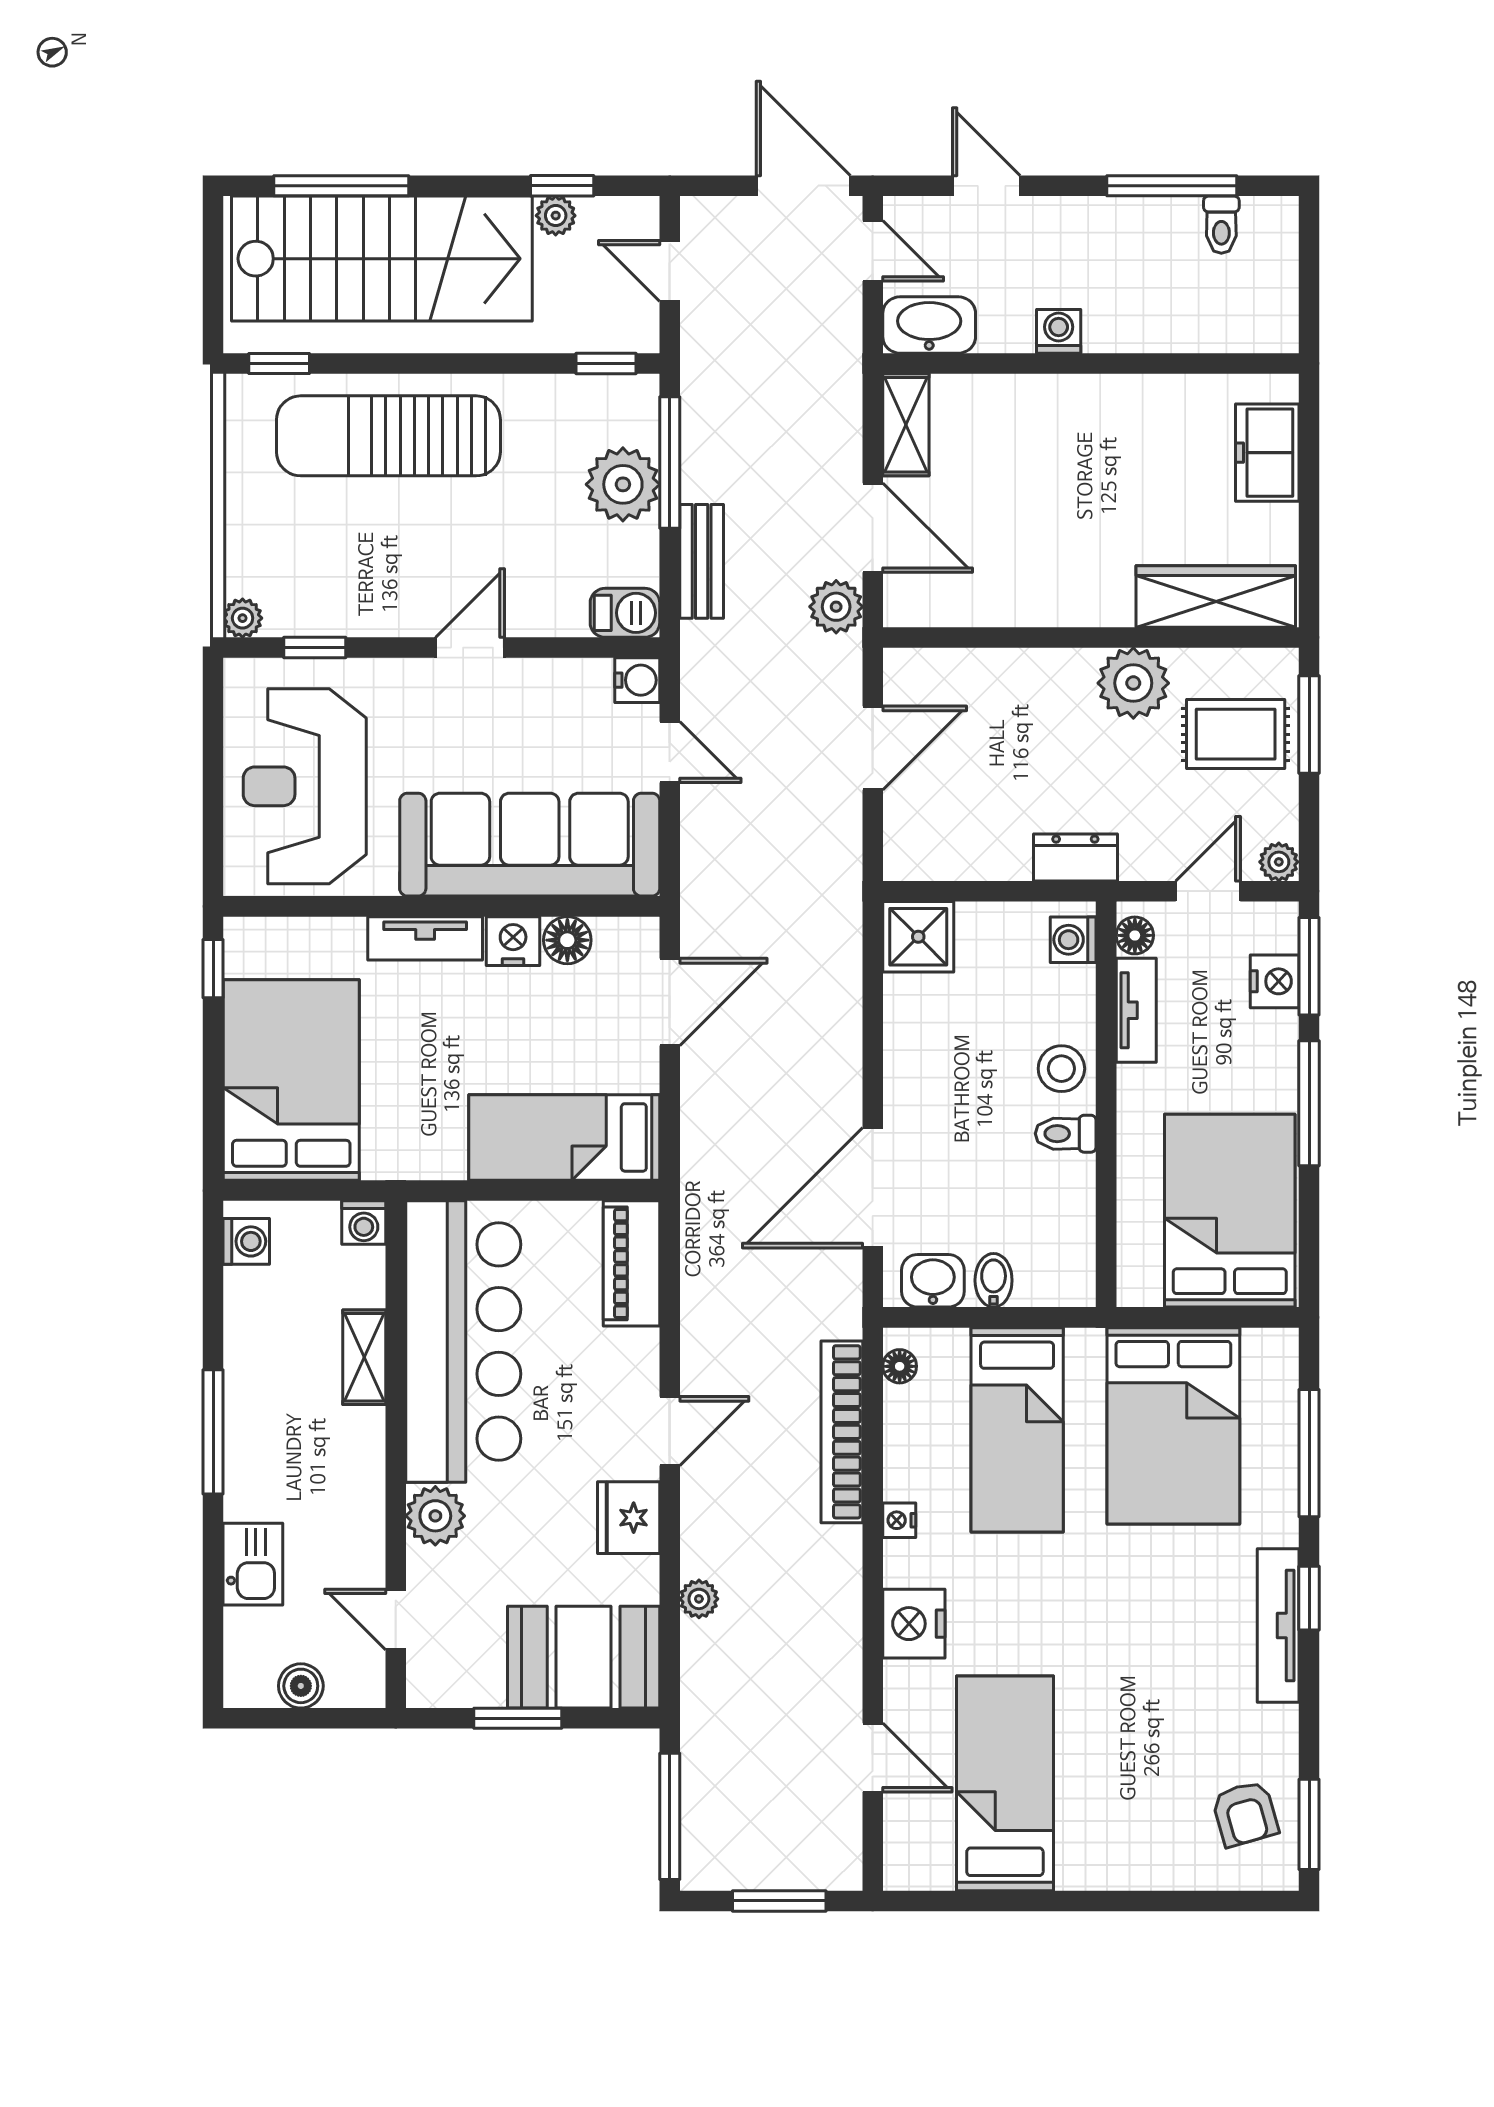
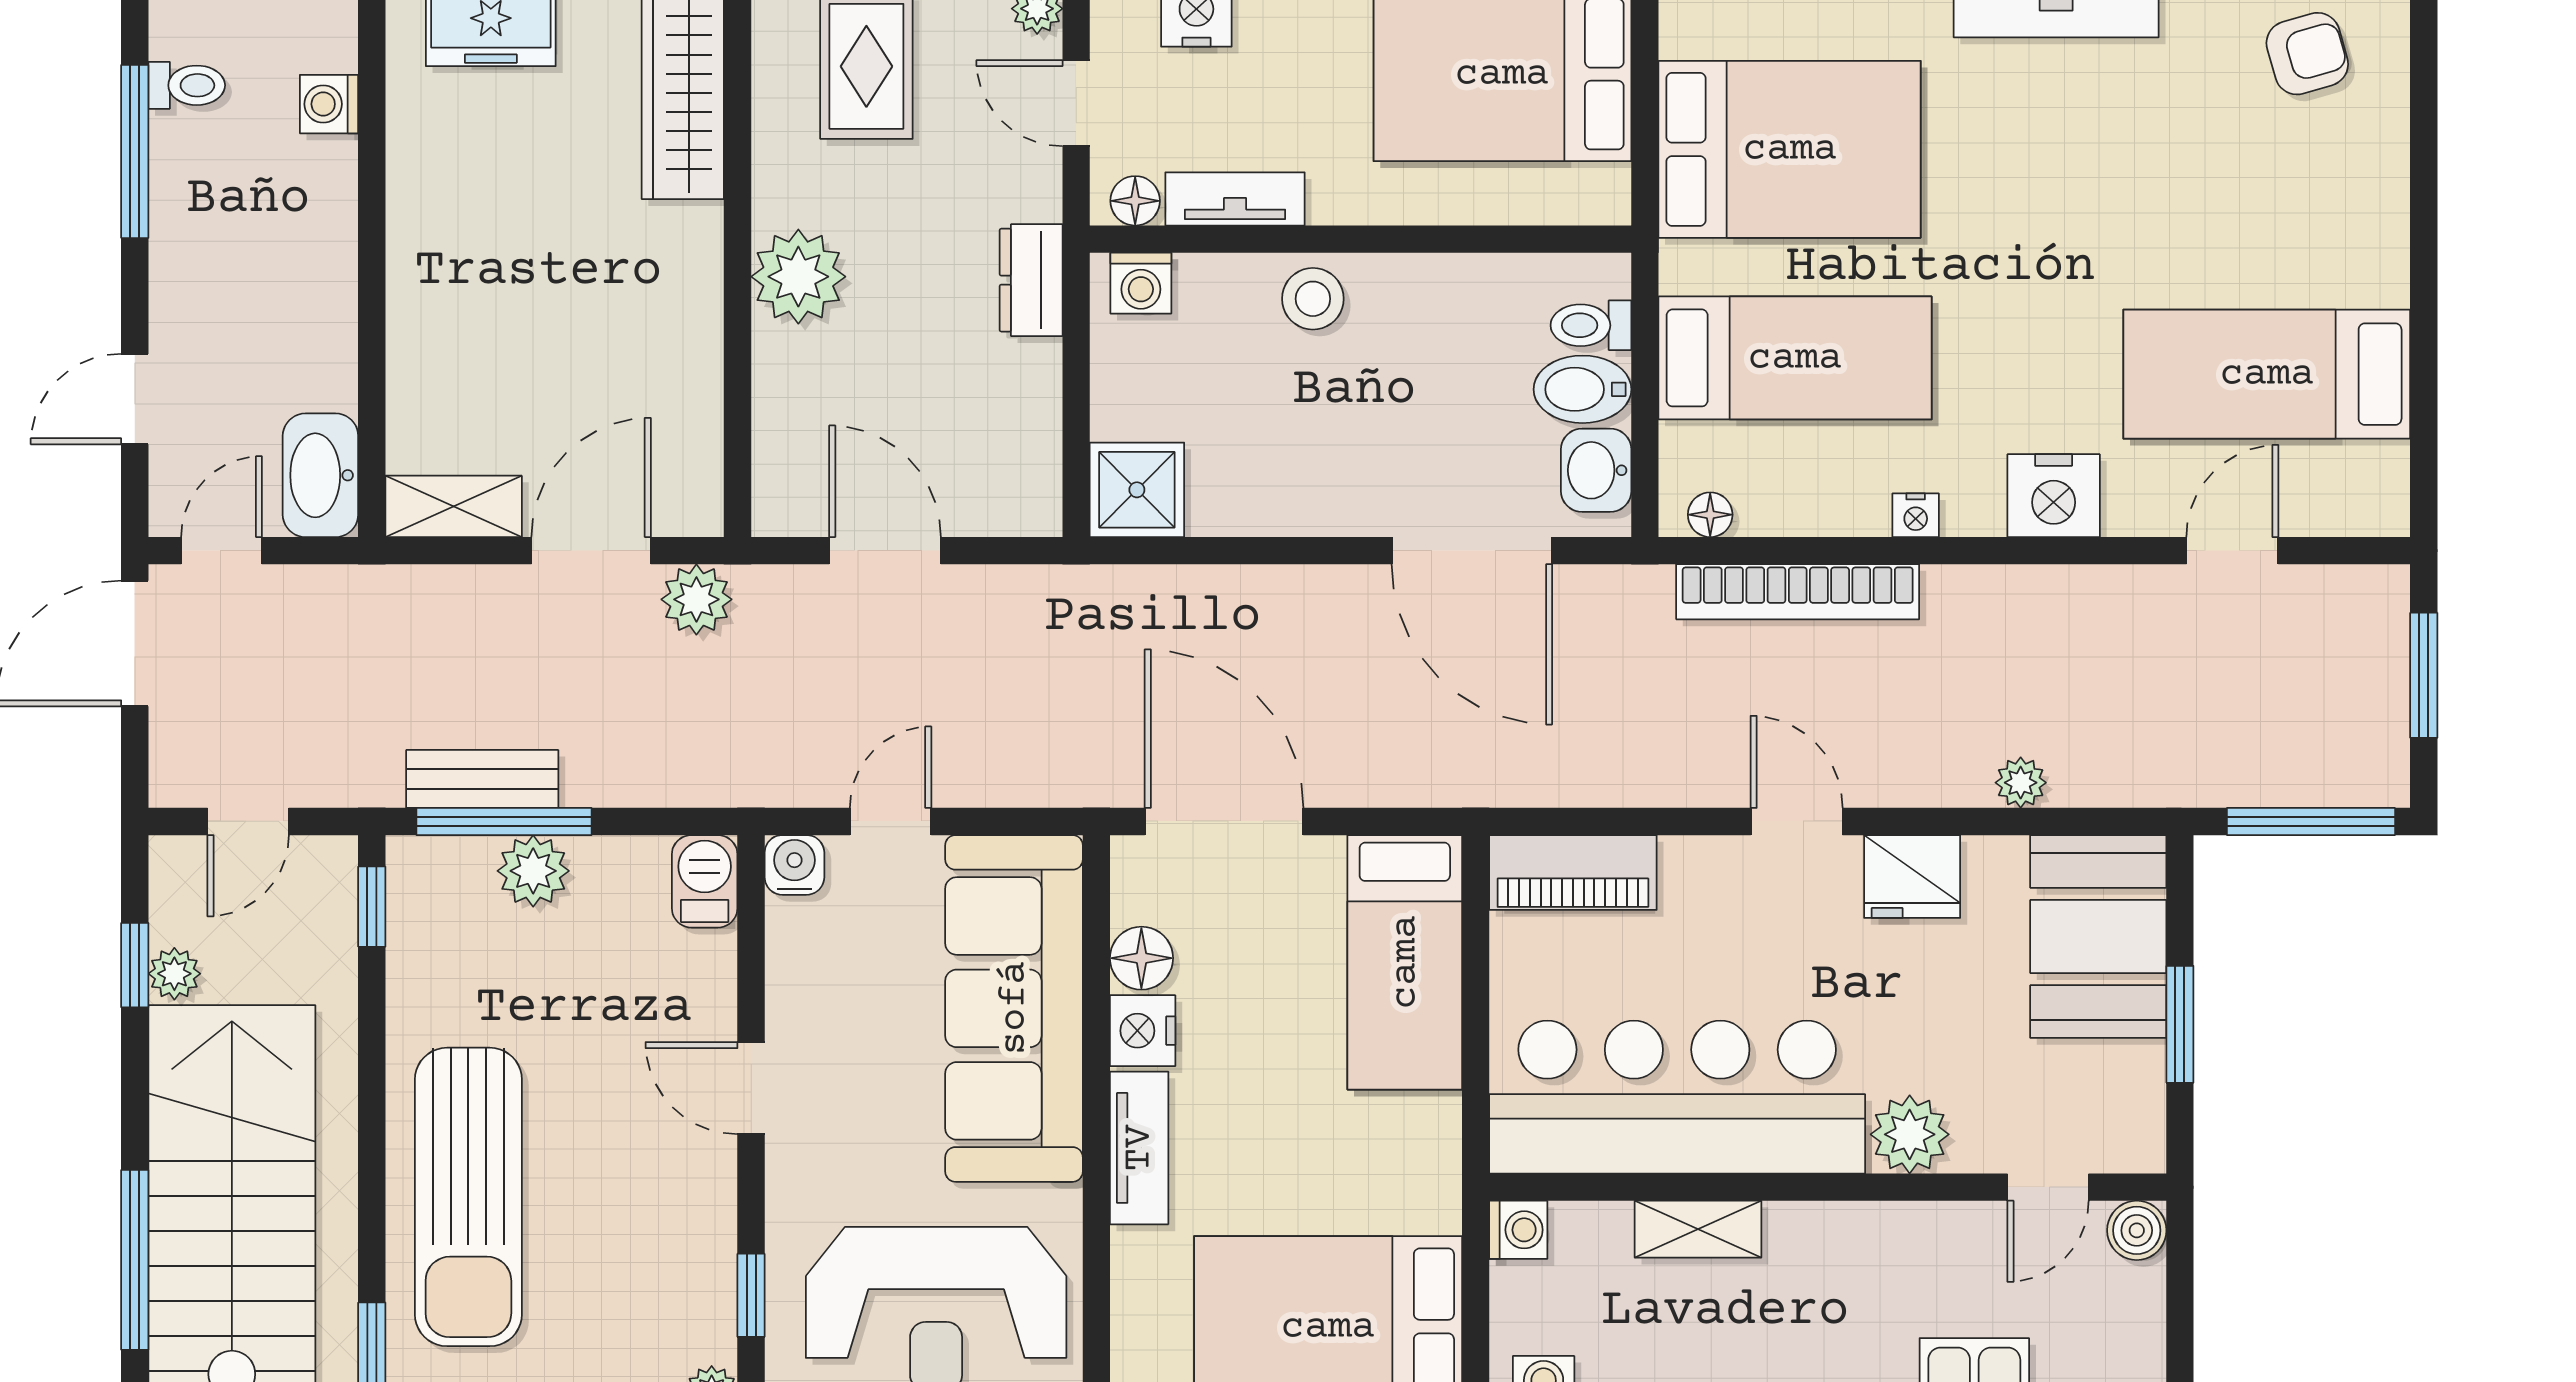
washing machine: (1059, 331) -> (329, 104), moved
plant: (623, 484) -> (533, 871), width x0.73, depth x0.73
bench: (702, 561) -> (482, 779), moved
plant: (1133, 683) -> (798, 277), moved
door: (670, 1002) -> (1224, 821), width x1.36
toilet: (1066, 1134) -> (1591, 325), moved, turned 90
bidet: (994, 1280) -> (1582, 389), width x1.38, depth x1.36
boiler: (301, 1686) -> (2137, 1230), moved

